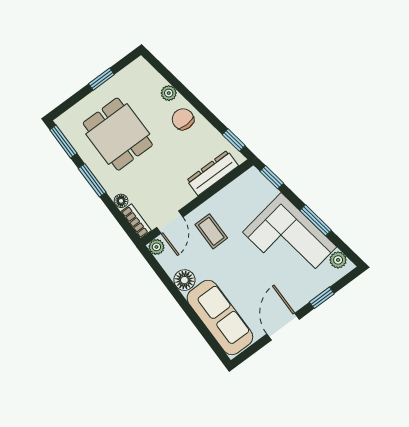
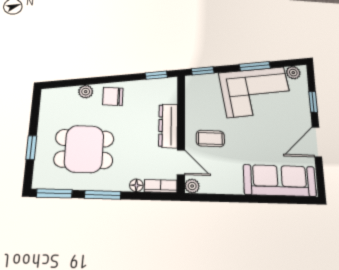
window: (101, 79) -> (31, 148), moved
dresser: (213, 173) -> (168, 126), moved
floor lamp: (184, 280) -> (233, 185), removed
door: (283, 327) -> (317, 142), hinge flipped

